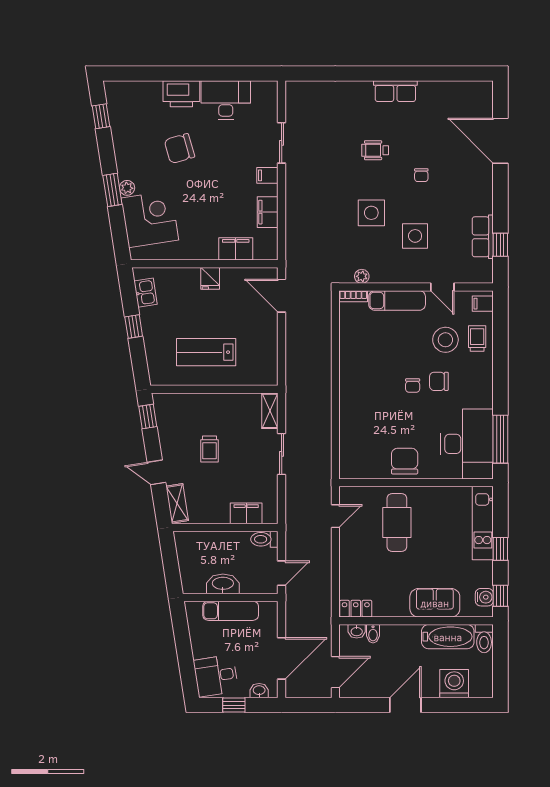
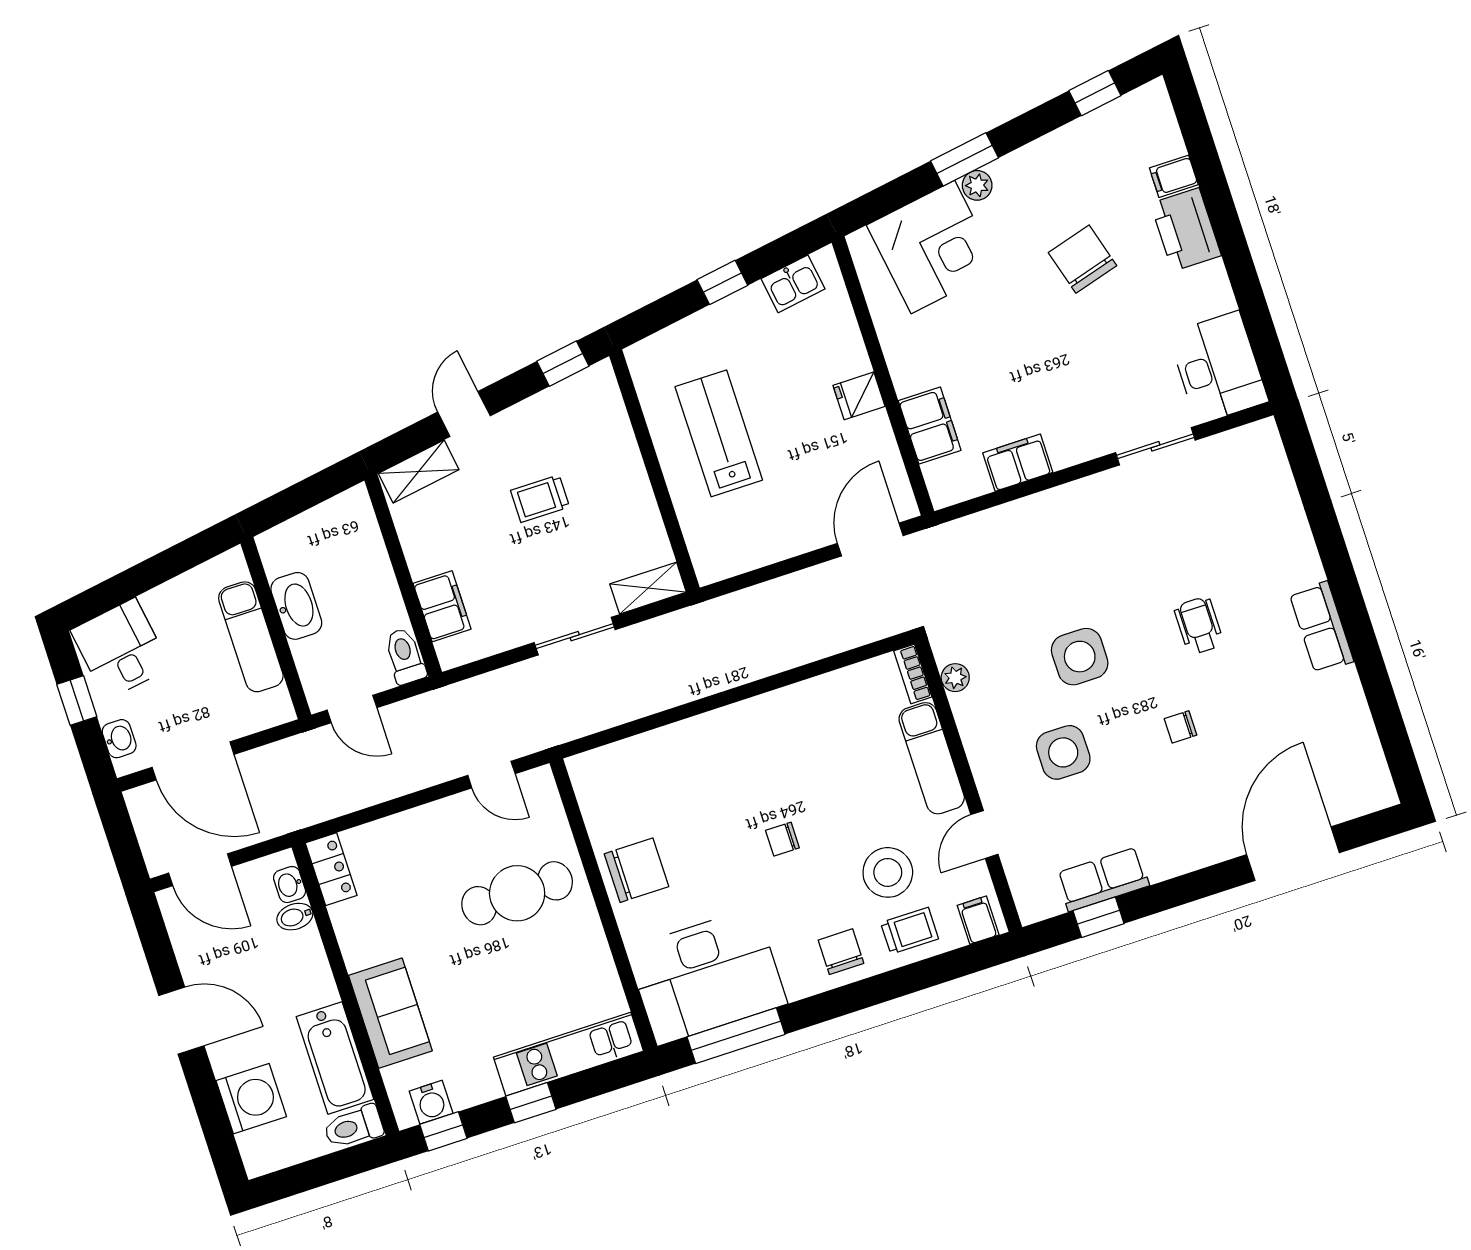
desk: (226, 100) -> (1218, 368), moved
filing cabinet: (267, 175) -> (1174, 176), moved, turned -90
chair: (439, 381) -> (841, 952), moved

